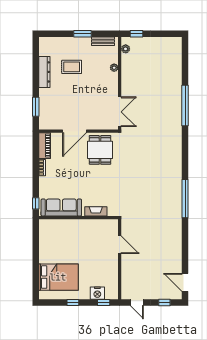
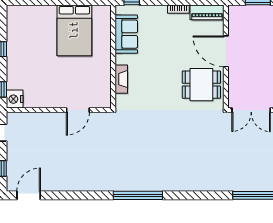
sofa: (61, 207) -> (126, 34), width x0.73
bed: (58, 277) -> (74, 30), moved
nightstand: (97, 293) -> (15, 99), moved

